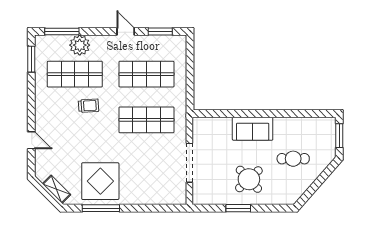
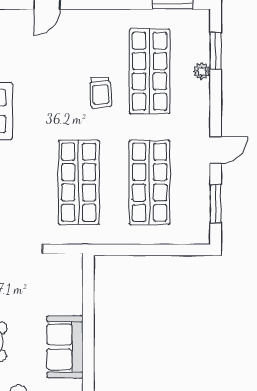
window: (62, 32) -> (216, 51), width x0.69
plant: (80, 45) -> (202, 71), width x0.53, depth x0.53

